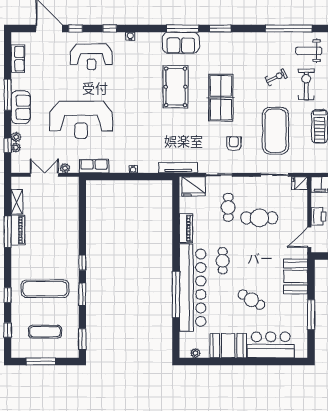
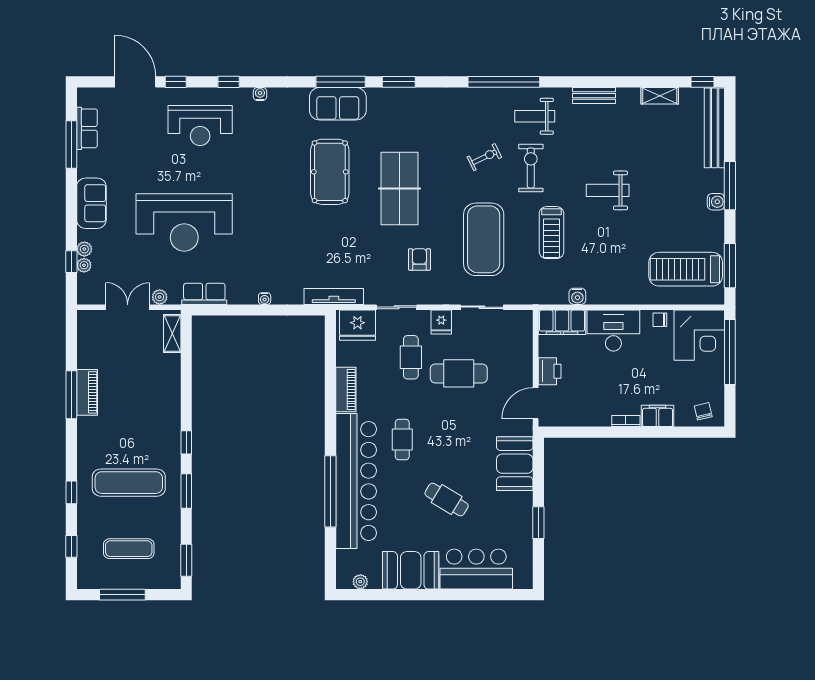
window: (8, 95) -> (71, 145), moved
fridge: (300, 183) -> (441, 322), moved, turned -90
shelving: (17, 202) -> (172, 334), moved
window: (311, 315) -> (538, 523), width x0.69

